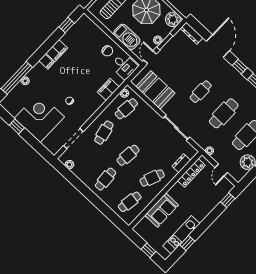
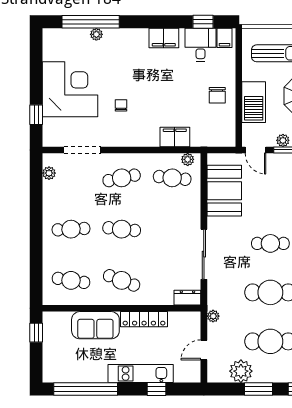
door: (150, 57) -> (256, 150), swing flipped
filing cabinet: (46, 62) -> (225, 38), moved
desk: (124, 66) -> (201, 45), moved, turned 180
window: (17, 126) -> (36, 115), moved
dresser: (181, 163) -> (187, 298), moved
locker: (191, 173) -> (144, 319), moved
window: (228, 200) -> (156, 389), moved
kitchen unit: (181, 235) -> (141, 374), moved
window: (187, 243) -> (86, 389), width x3.17
window: (148, 250) -> (36, 333), moved

